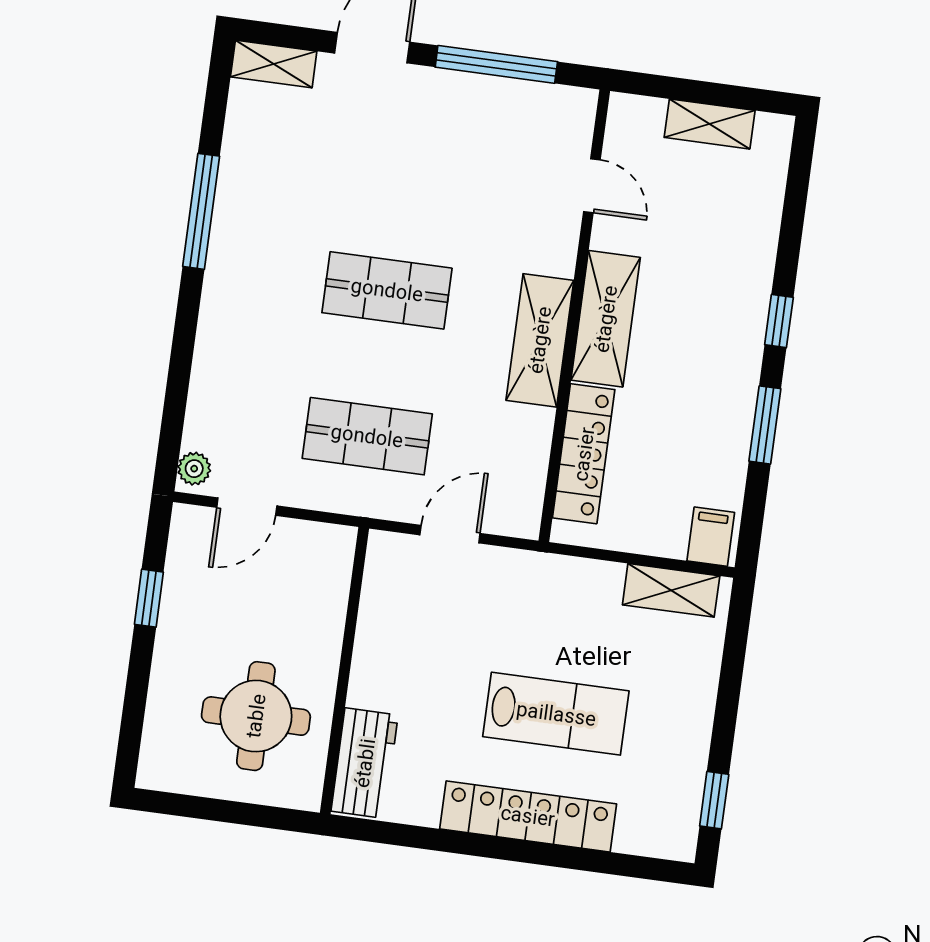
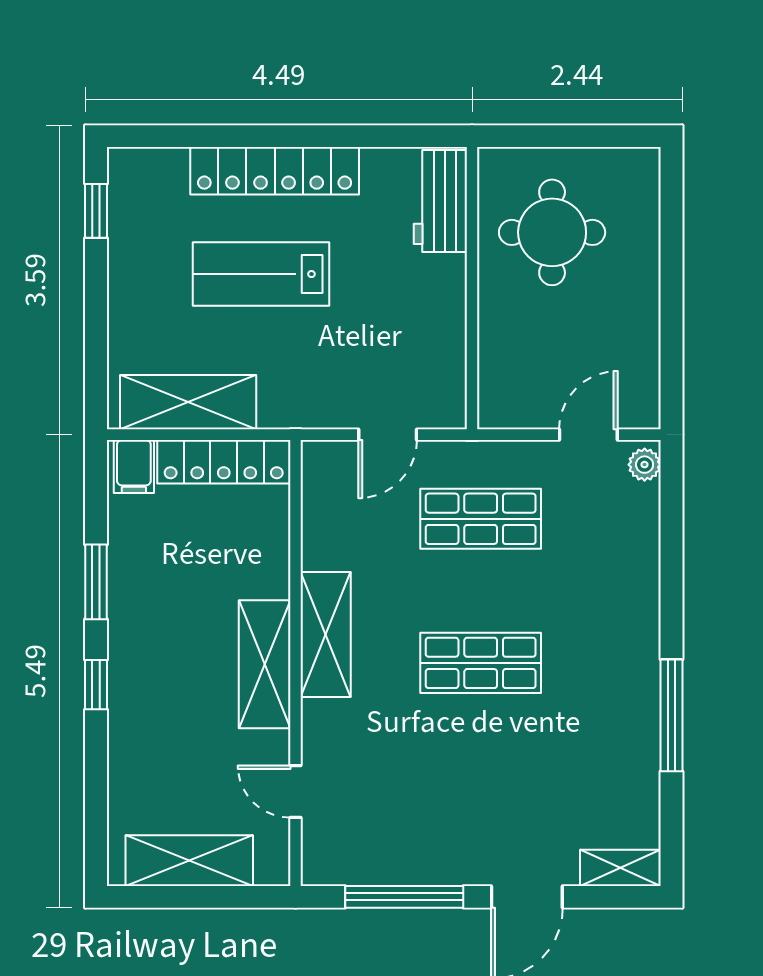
shelving: (710, 124) -> (189, 861), width x1.50, depth x1.33
locker: (584, 454) -> (224, 462), moved, turned -90
shelving: (671, 590) -> (188, 402), width x1.50, depth x1.33
window: (149, 598) -> (671, 333), removed

